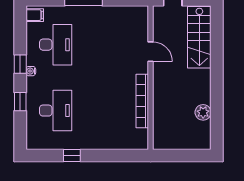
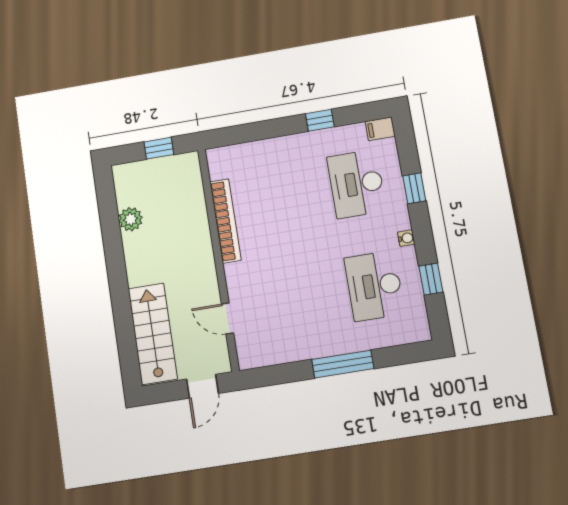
filing cabinet: (35, 15) -> (380, 129), moved
door: (151, 52) -> (228, 318), moved
window: (20, 64) -> (431, 279), moved
window: (178, 155) -> (159, 148), added

